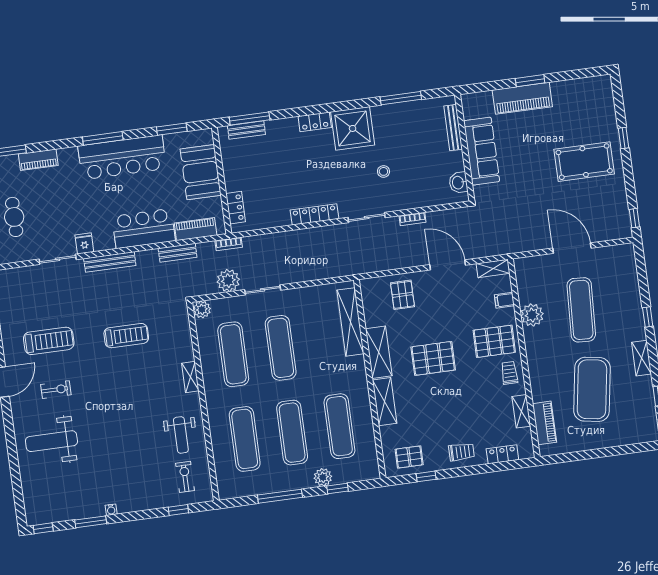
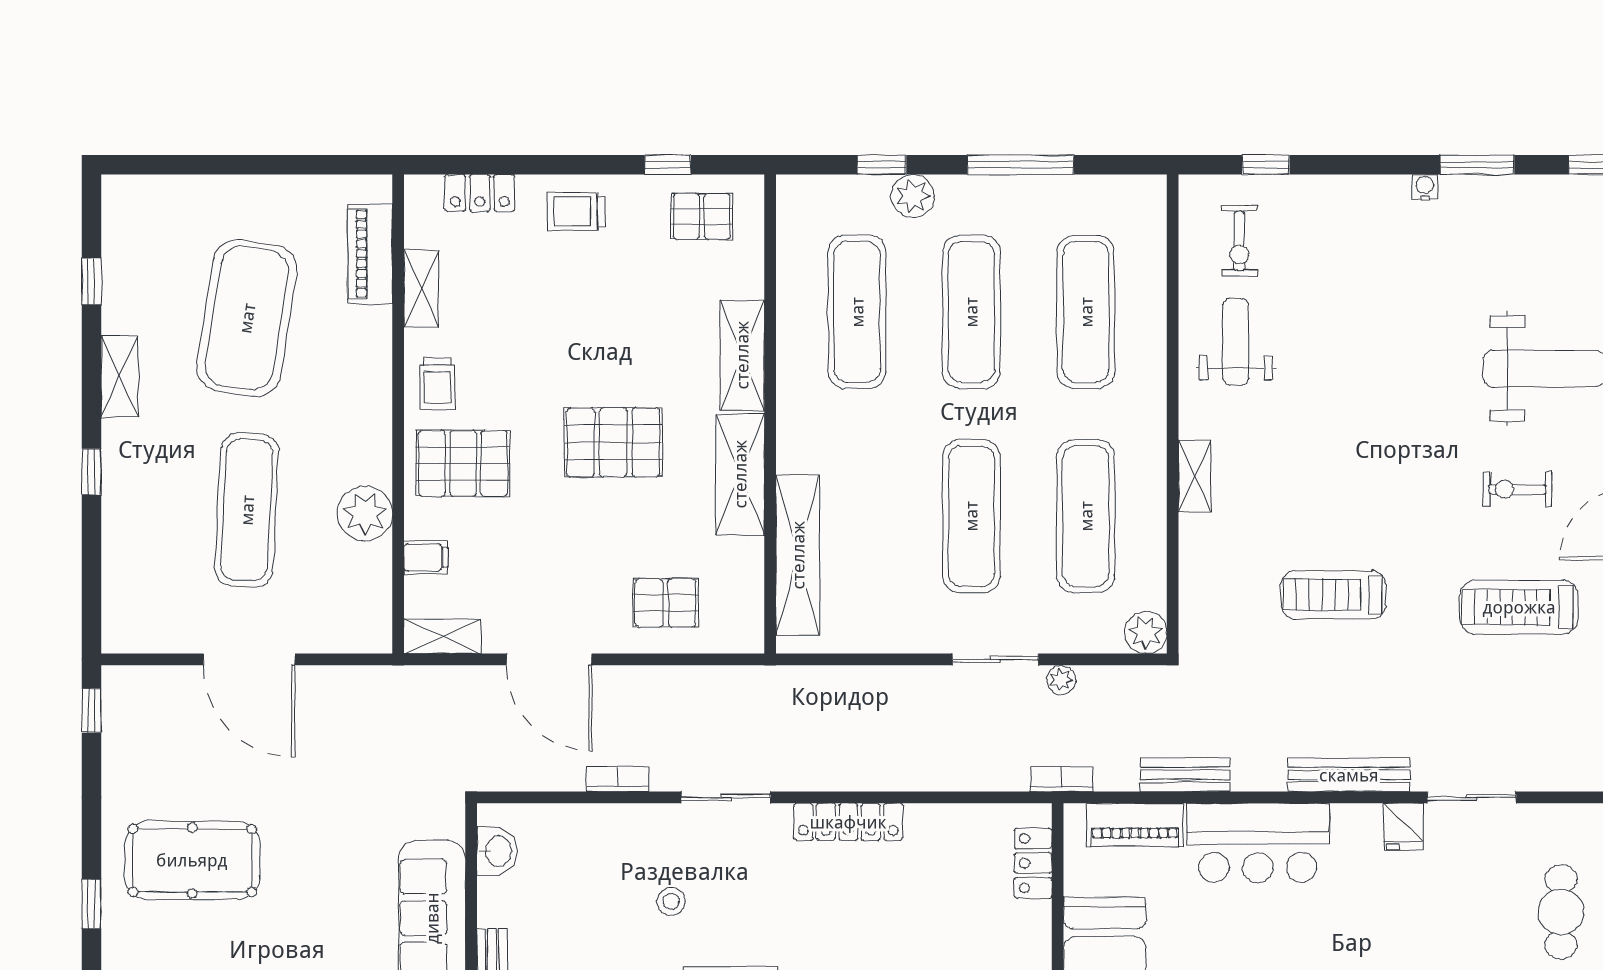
plant: (228, 281) -> (1061, 680), width x0.53, depth x0.53
pallet: (402, 295) -> (666, 603), turned 90

